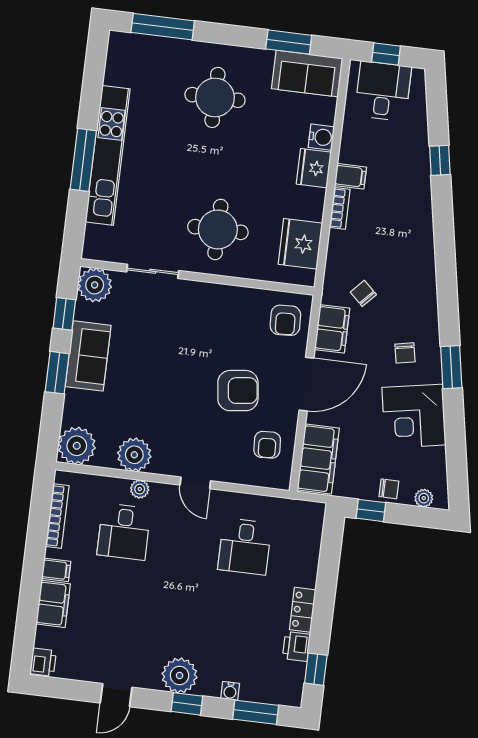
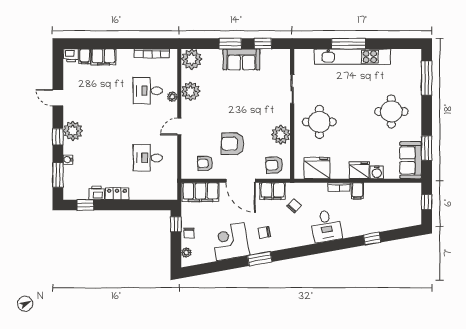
desk: (383, 91) -> (326, 226), moved, turned 80
plant: (95, 285) -> (281, 135), moved
armchair: (238, 391) -> (233, 144), turned 97
filing cabinet: (56, 570) -> (85, 56), moved

